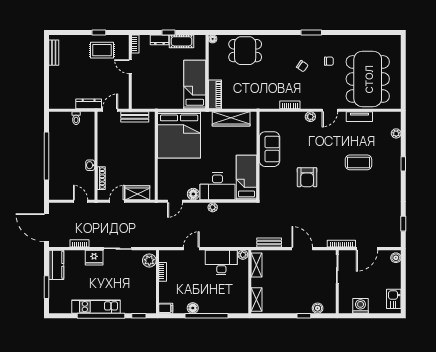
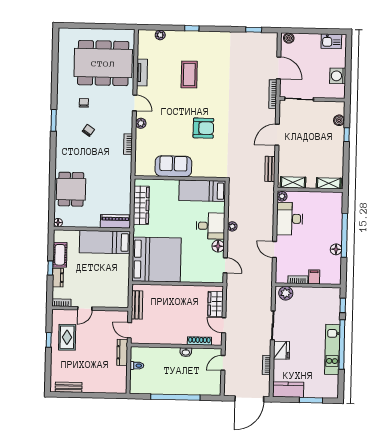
desk: (217, 186) -> (210, 226), width x0.73
filing cabinet: (166, 308) -> (314, 277), moved

